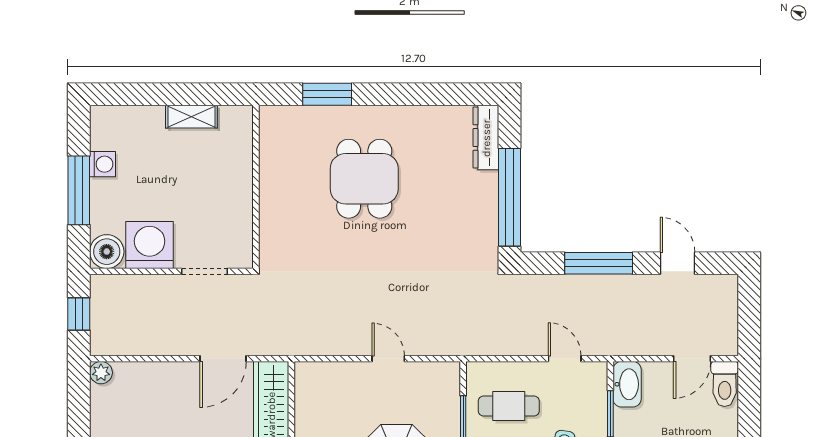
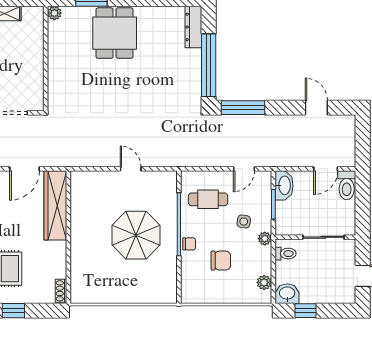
plant: (270, 116) -> (54, 13), added
dining table: (364, 179) -> (115, 33), moved
window: (599, 263) -> (243, 108), moved
door: (565, 359) -> (244, 169), swing flipped

